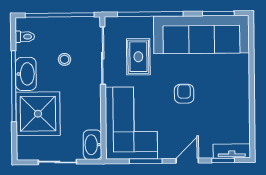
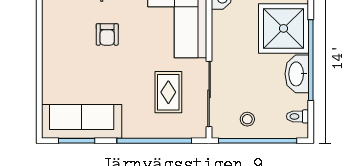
sofa: (201, 35) -> (82, 121), width x0.74, depth x0.79
stool: (65, 59) -> (247, 119), moved
armchair: (184, 94) -> (107, 34), moved

